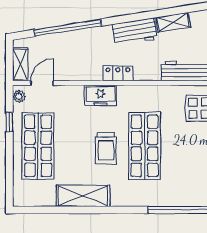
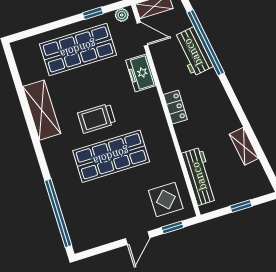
workbench: (135, 32) -> (193, 52), moved
freezer: (101, 95) -> (141, 73), moved

